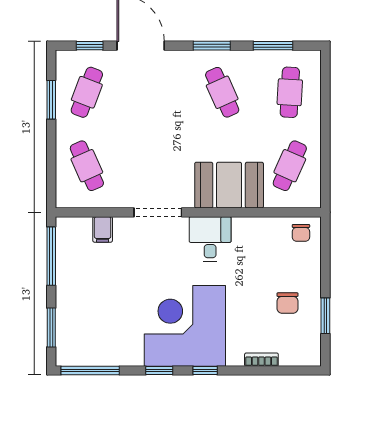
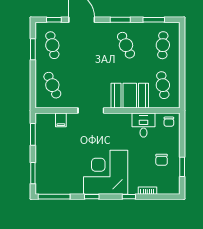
cafe table: (87, 92) -> (52, 45), turned -33
cafe table: (290, 166) -> (163, 85), turned -33
desk: (210, 239) -> (144, 125), moved
window: (51, 256) -> (33, 134), width x0.69
window: (205, 370) -> (129, 197), moved

